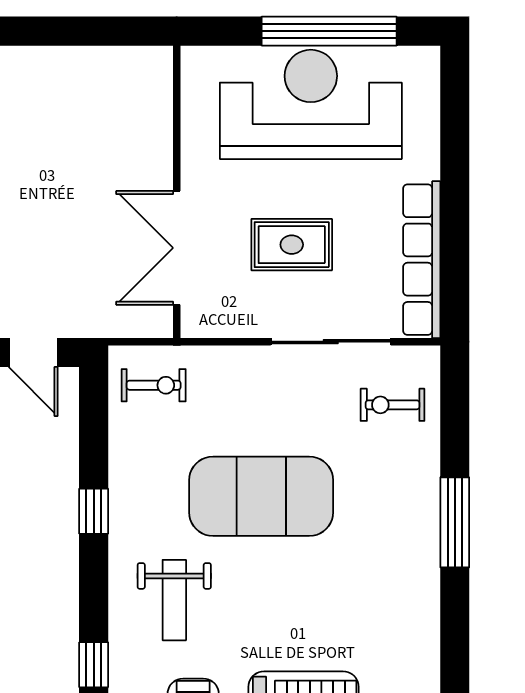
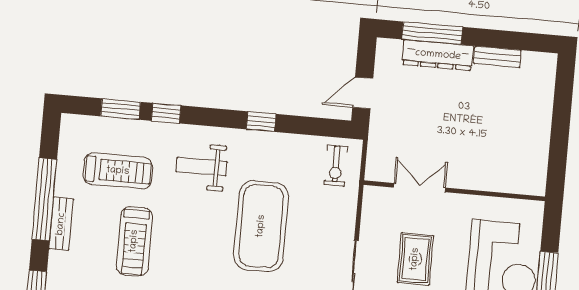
double door: (177, 248) -> (420, 188), width x0.73

